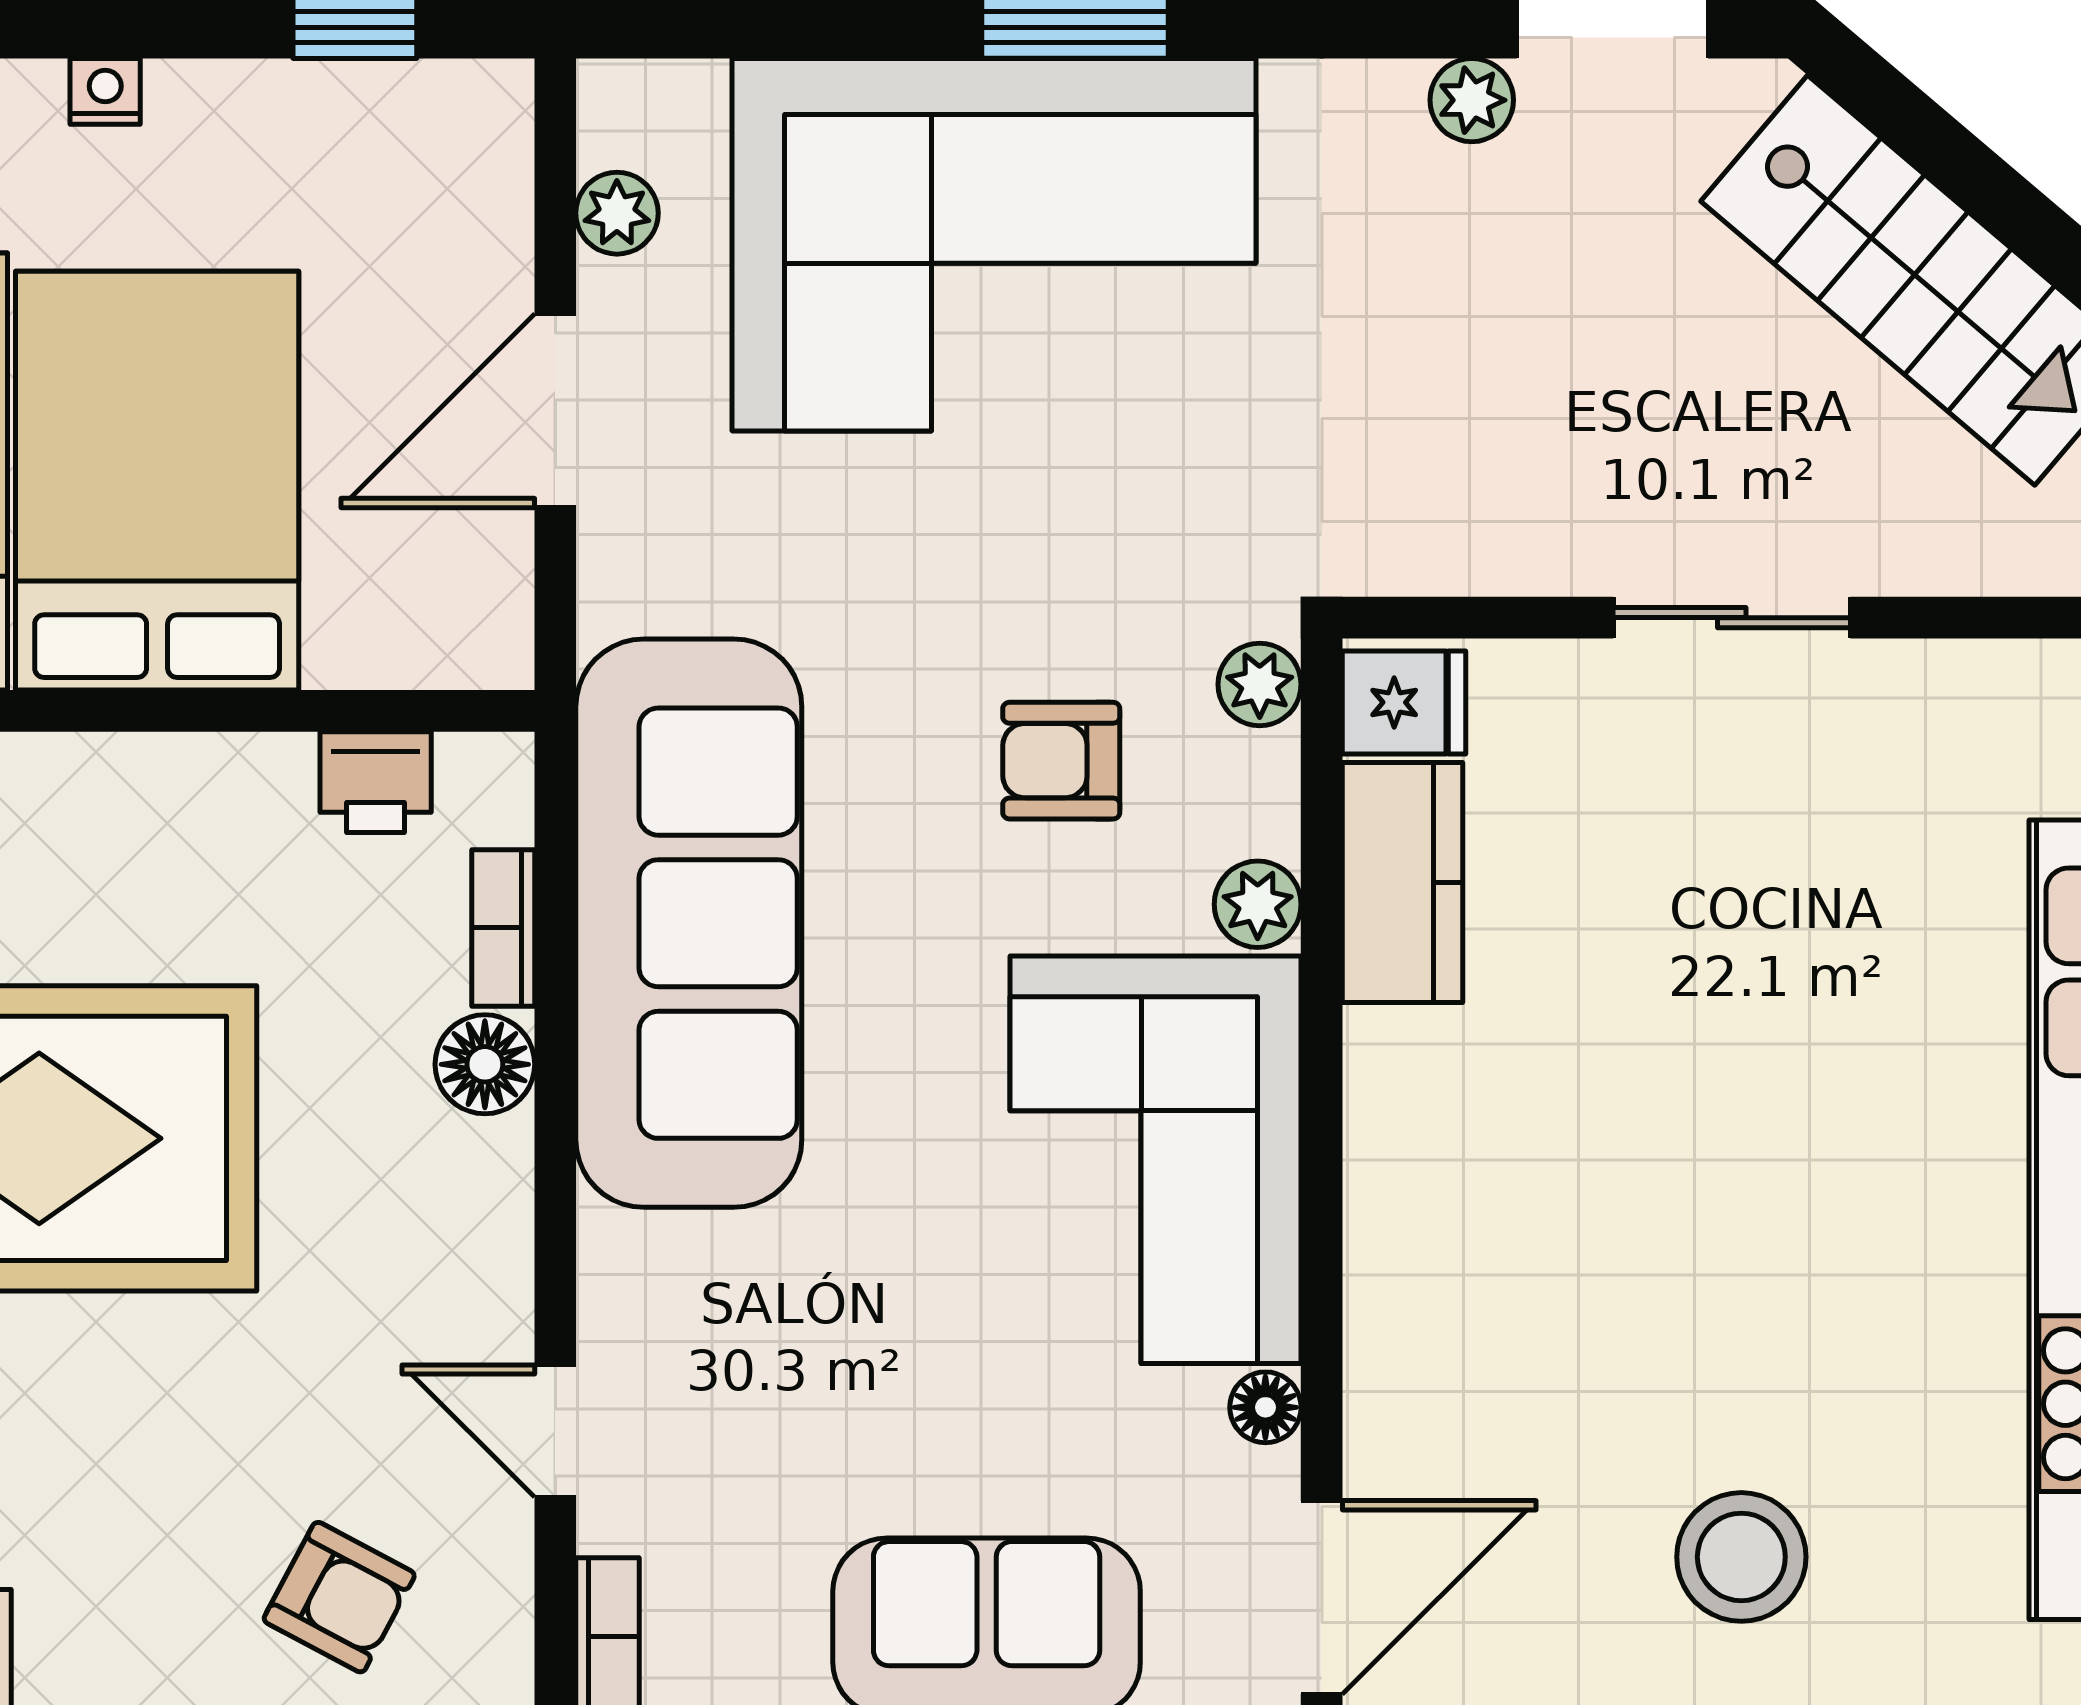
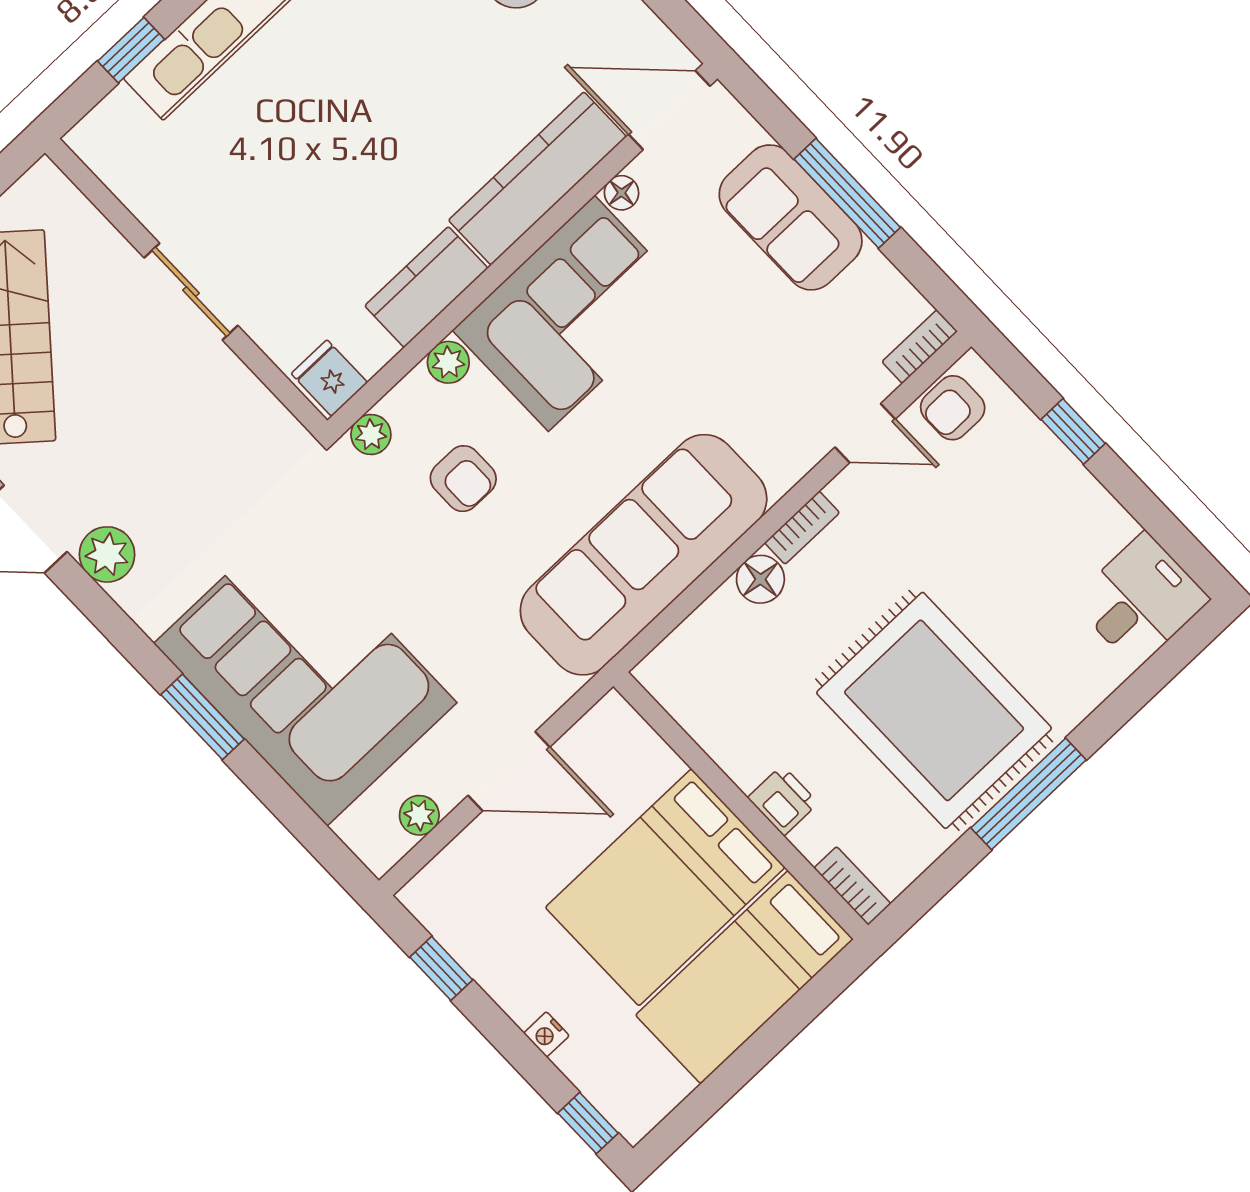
plant: (1472, 100) -> (107, 554), width x1.38, depth x1.38
printer: (376, 782) -> (783, 800), moved
kitchen counter: (1402, 883) -> (426, 287), moved
bookcase: (503, 928) -> (802, 528), moved
kitchen counter: (1407, 1301) -> (537, 178), added
door: (555, 1431) -> (865, 433), hinge flipped
armchair: (339, 1597) -> (953, 408), moved, turned -118

